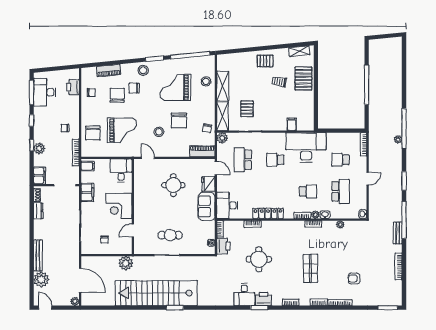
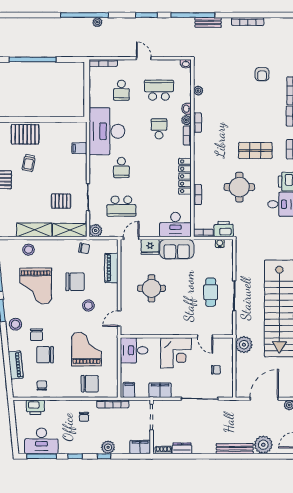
piano: (202, 151) -> (111, 268), moved
shop shelf: (310, 268) -> (255, 151), moved

